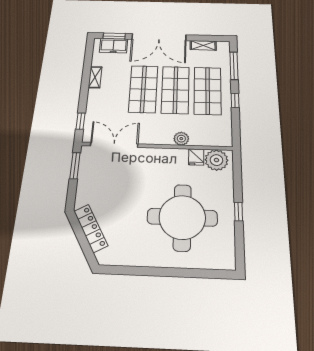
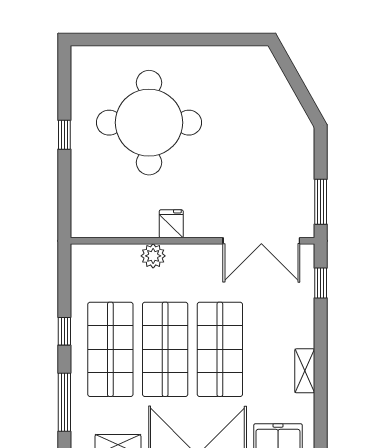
fridge: (196, 157) -> (171, 224), moved
plant: (216, 160) -> (97, 219), removed
locker: (91, 228) -> (285, 100), removed

